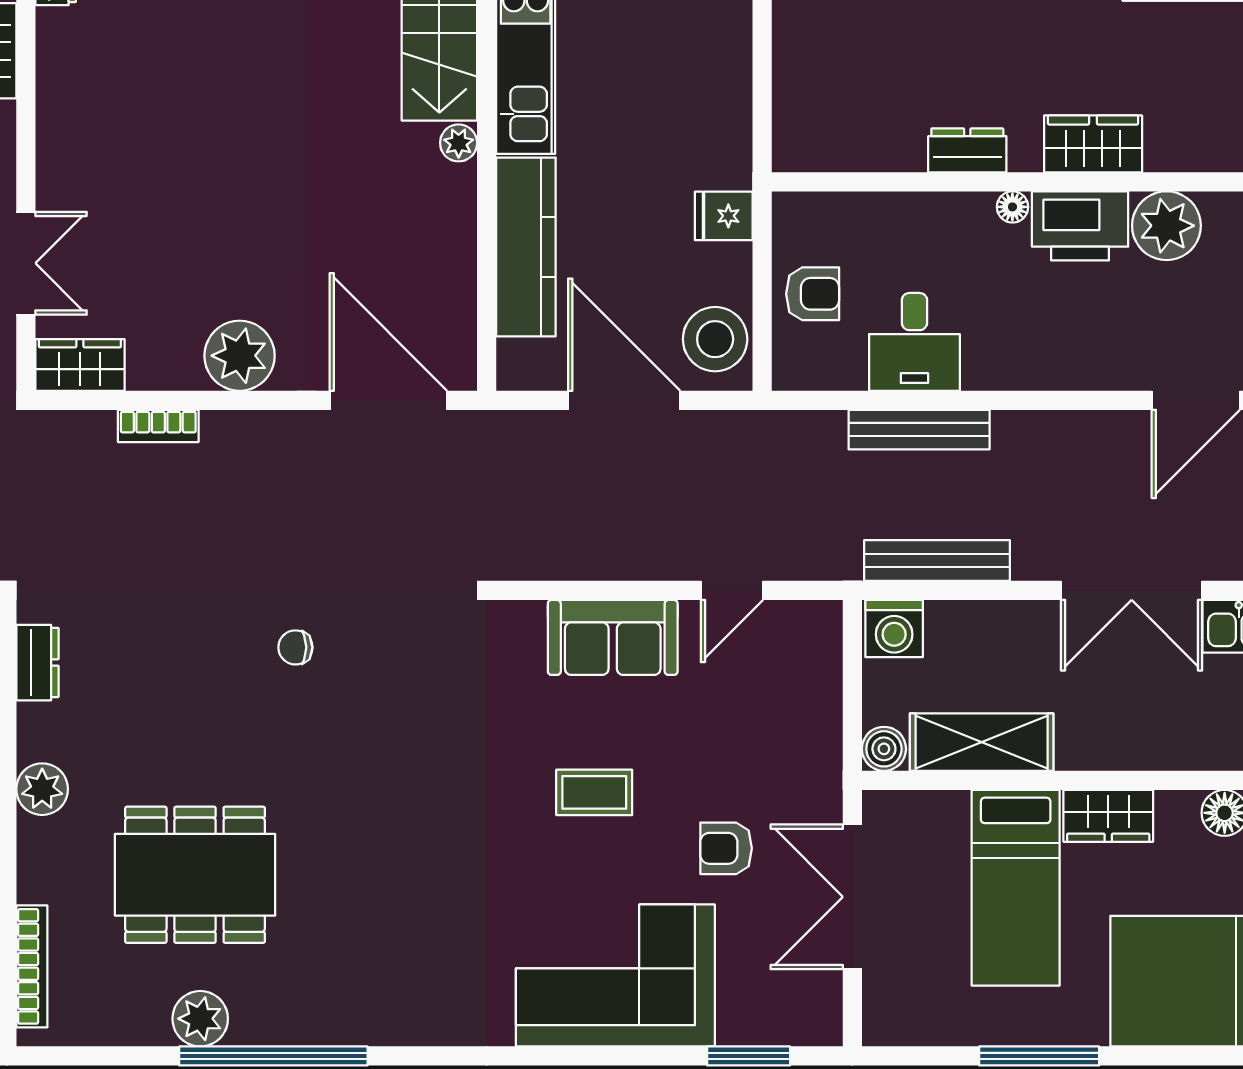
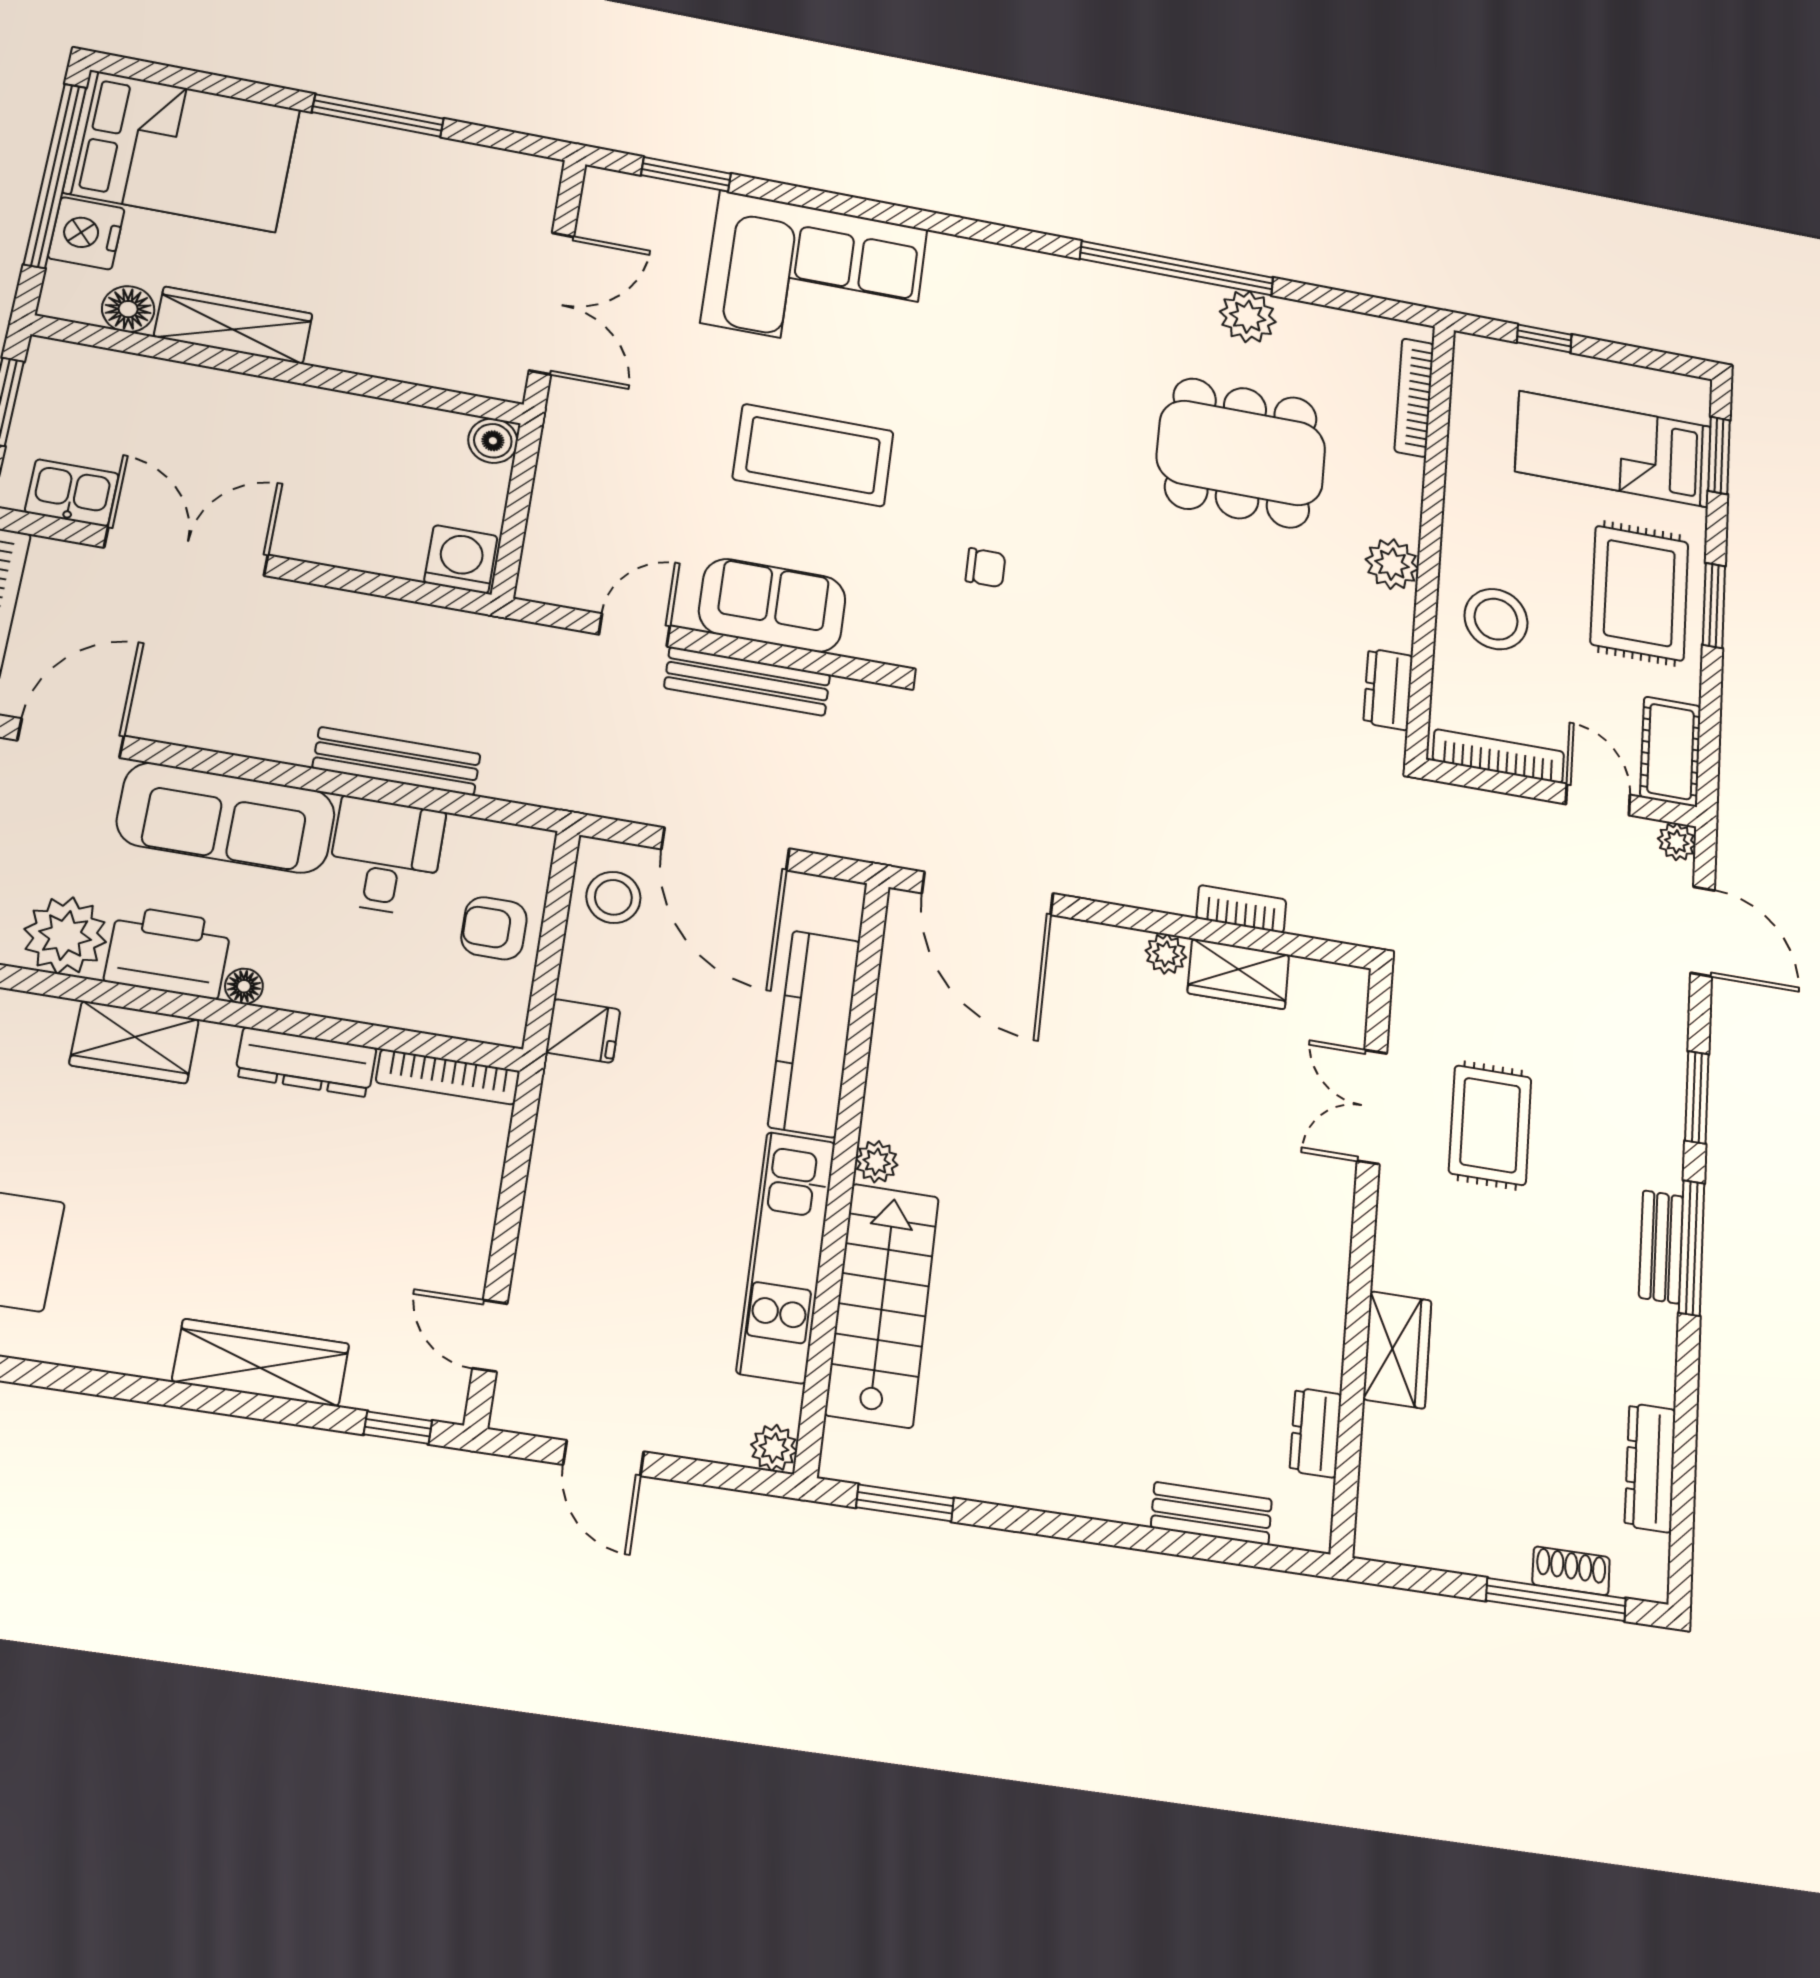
dresser: (967, 150) -> (306, 1062), width x1.44
bookcase: (831, 157) -> (448, 1077), added
stool: (715, 339) -> (613, 897), width x0.73, depth x0.73
sofa: (1054, 352) -> (226, 818), added
plant: (240, 356) -> (1166, 954), width x0.53, depth x0.53
wardrobe: (80, 365) -> (1238, 974), moved
bench: (937, 560) -> (747, 681), moved
chair: (295, 647) -> (985, 568), moved
shelving: (982, 742) -> (384, 428), removed
coffee table: (594, 792) -> (813, 455), width x1.86, depth x1.72
wardrobe: (1108, 816) -> (233, 325), width x1.50
armchair: (726, 848) -> (680, 375), removed
bed: (1016, 888) -> (373, 279), removed

